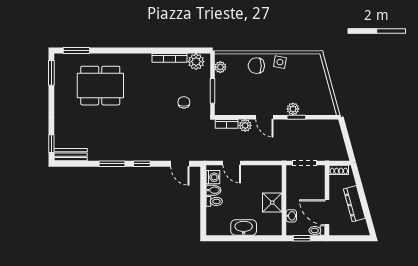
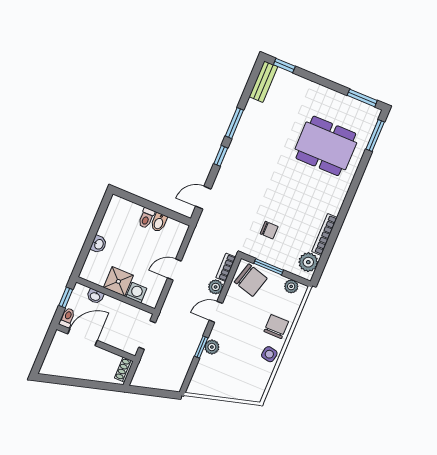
dining table: (100, 86) -> (326, 146), turned 90
chair: (229, 100) -> (251, 280), added
door: (232, 163) -> (174, 270), moved
washing machine: (213, 177) -> (136, 293), moved, turned 180
dresser: (354, 204) -> (80, 371), removed
washbasin: (244, 227) -> (99, 244), width x0.52, depth x0.69

